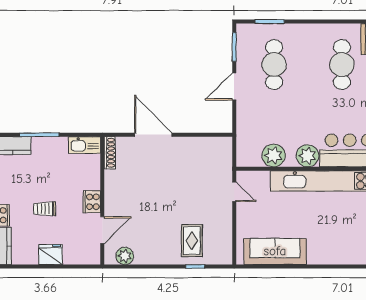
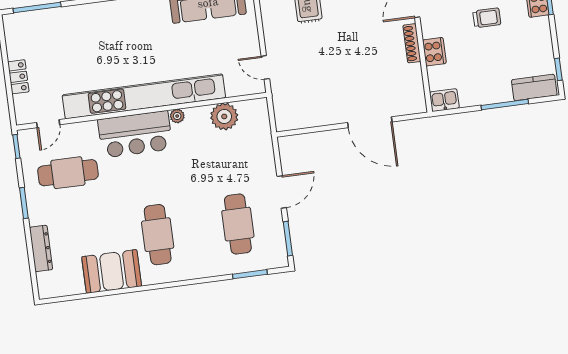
kitchen sink: (85, 145) -> (444, 100), width x0.73
shoe rack: (110, 153) -> (412, 43), moved
plant: (308, 156) -> (177, 116), width x0.53, depth x0.53
cooker: (92, 202) -> (434, 52), moved

